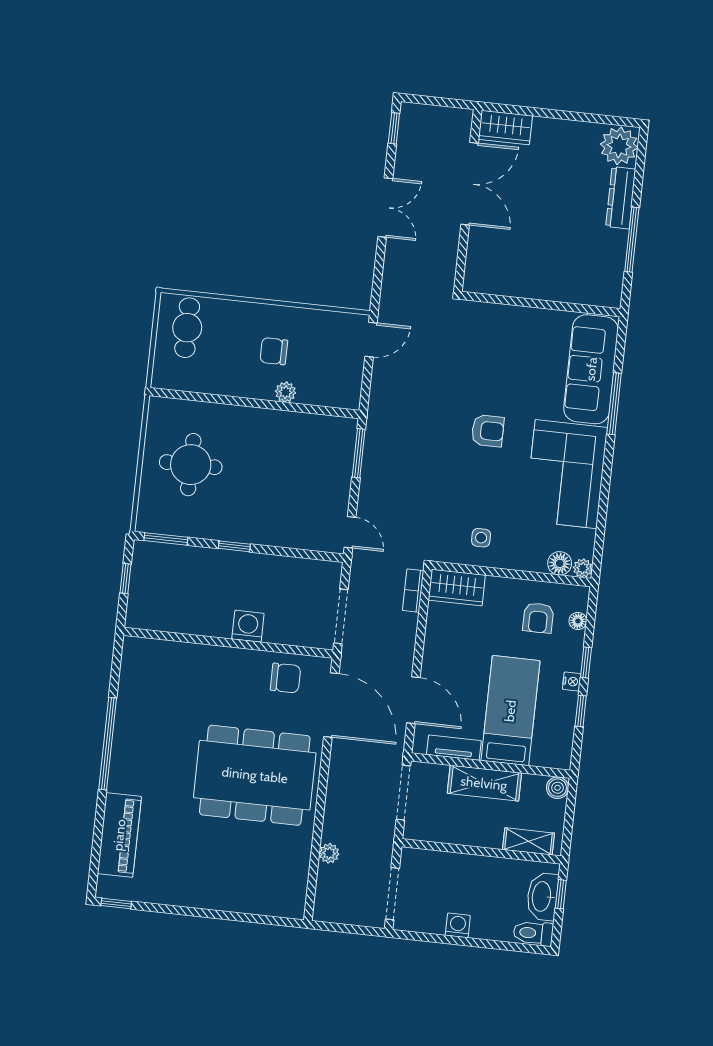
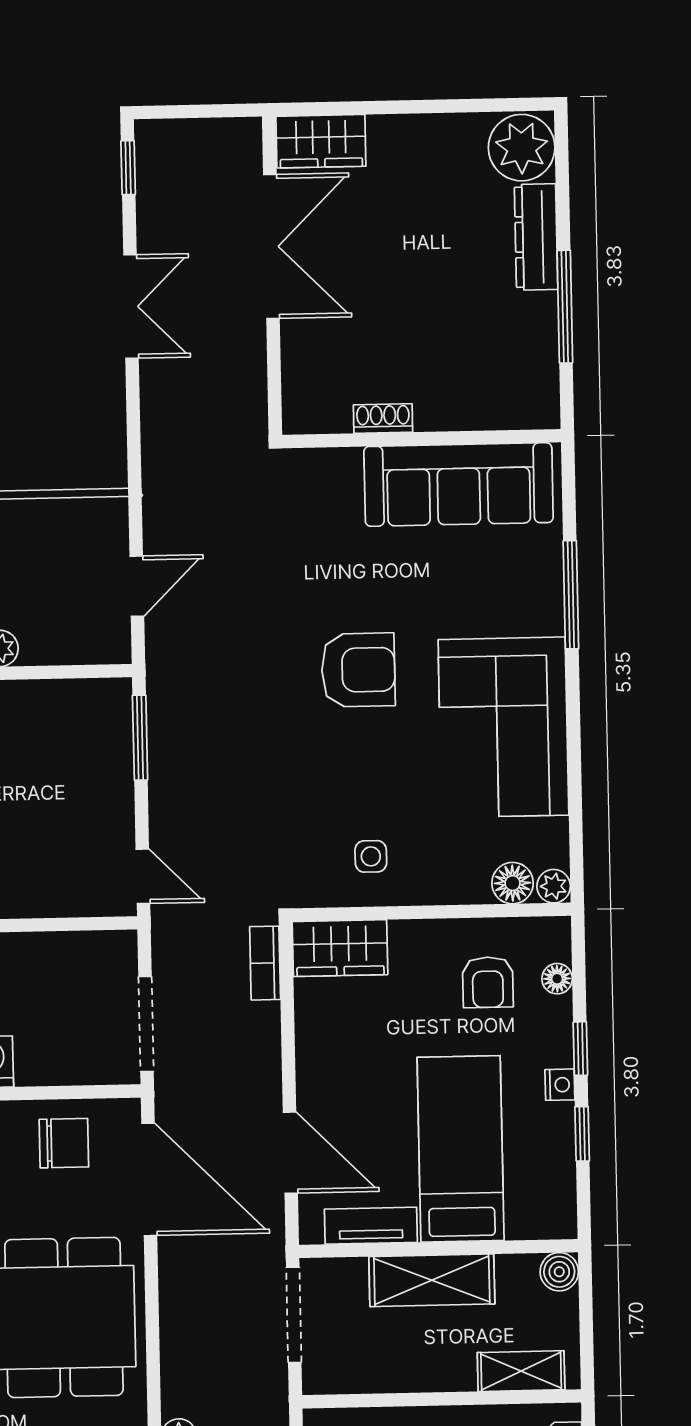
shoe rack: (520, 290) -> (383, 419), added
door: (371, 340) -> (137, 586), moved
sofa: (591, 369) -> (459, 484), moved, turned -90
armchair: (488, 431) -> (358, 670), width x1.38, depth x1.38

